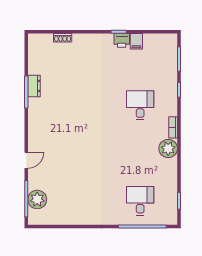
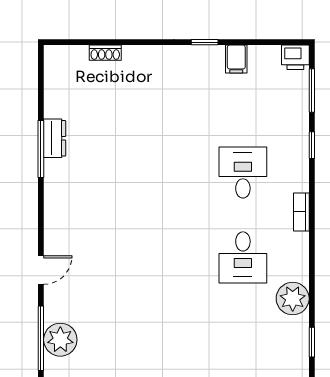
printer: (122, 40) -> (295, 57), moved
plant: (168, 149) -> (293, 299), moved
desk: (140, 201) -> (243, 257), moved, turned 180

